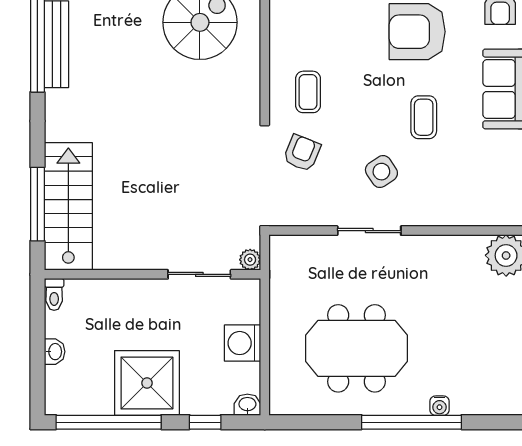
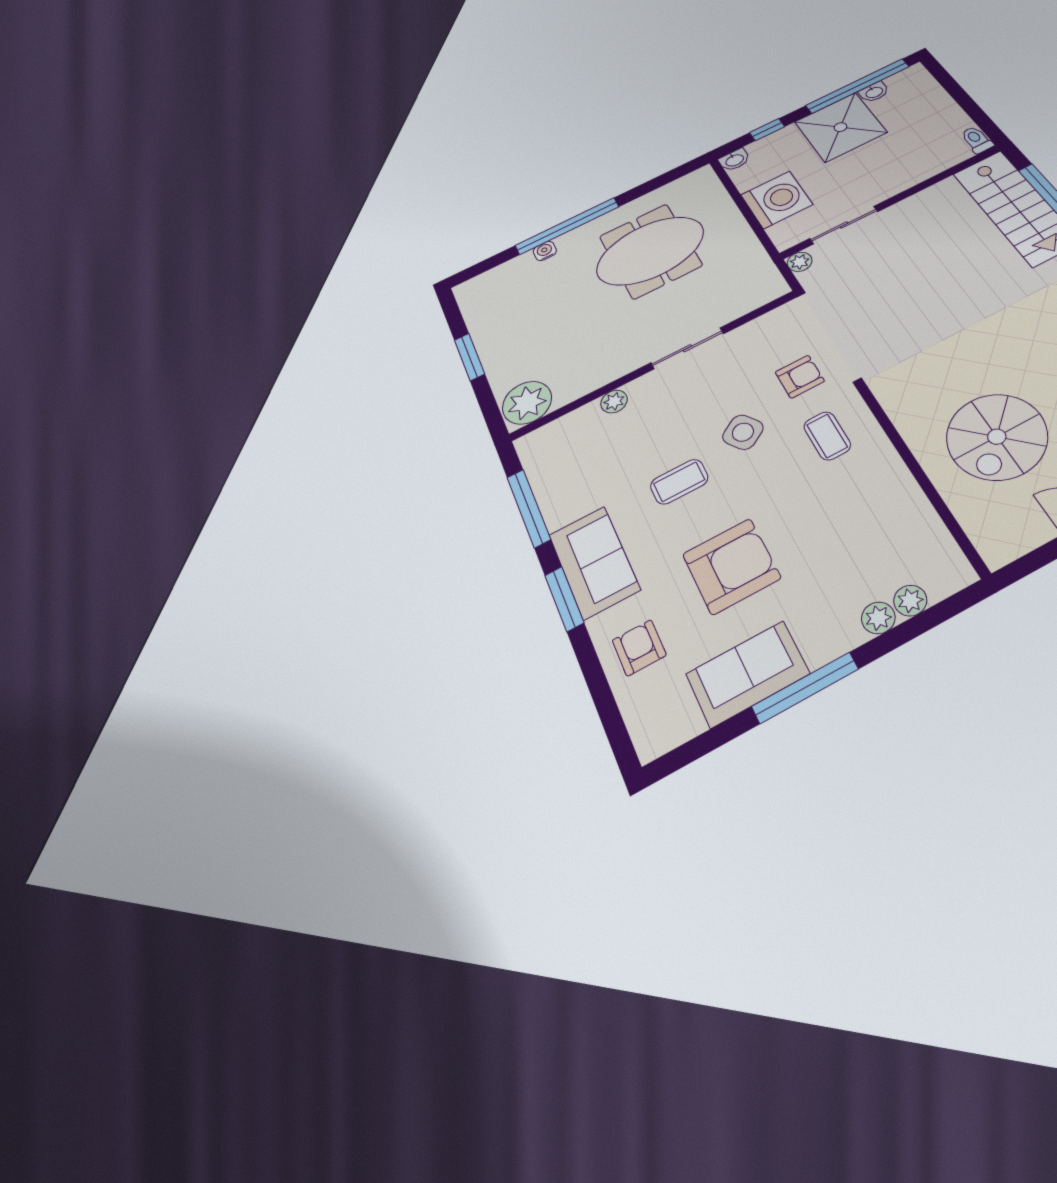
coffee table: (424, 117) -> (679, 482), turned 90
armchair: (302, 153) -> (800, 377), turned -112
side table: (381, 172) -> (743, 432), moved
plant: (442, 215) -> (614, 402), added
washing machine: (243, 343) -> (777, 200), width x1.37, depth x1.37
washbasin: (55, 352) -> (874, 92), moved, turned -90

